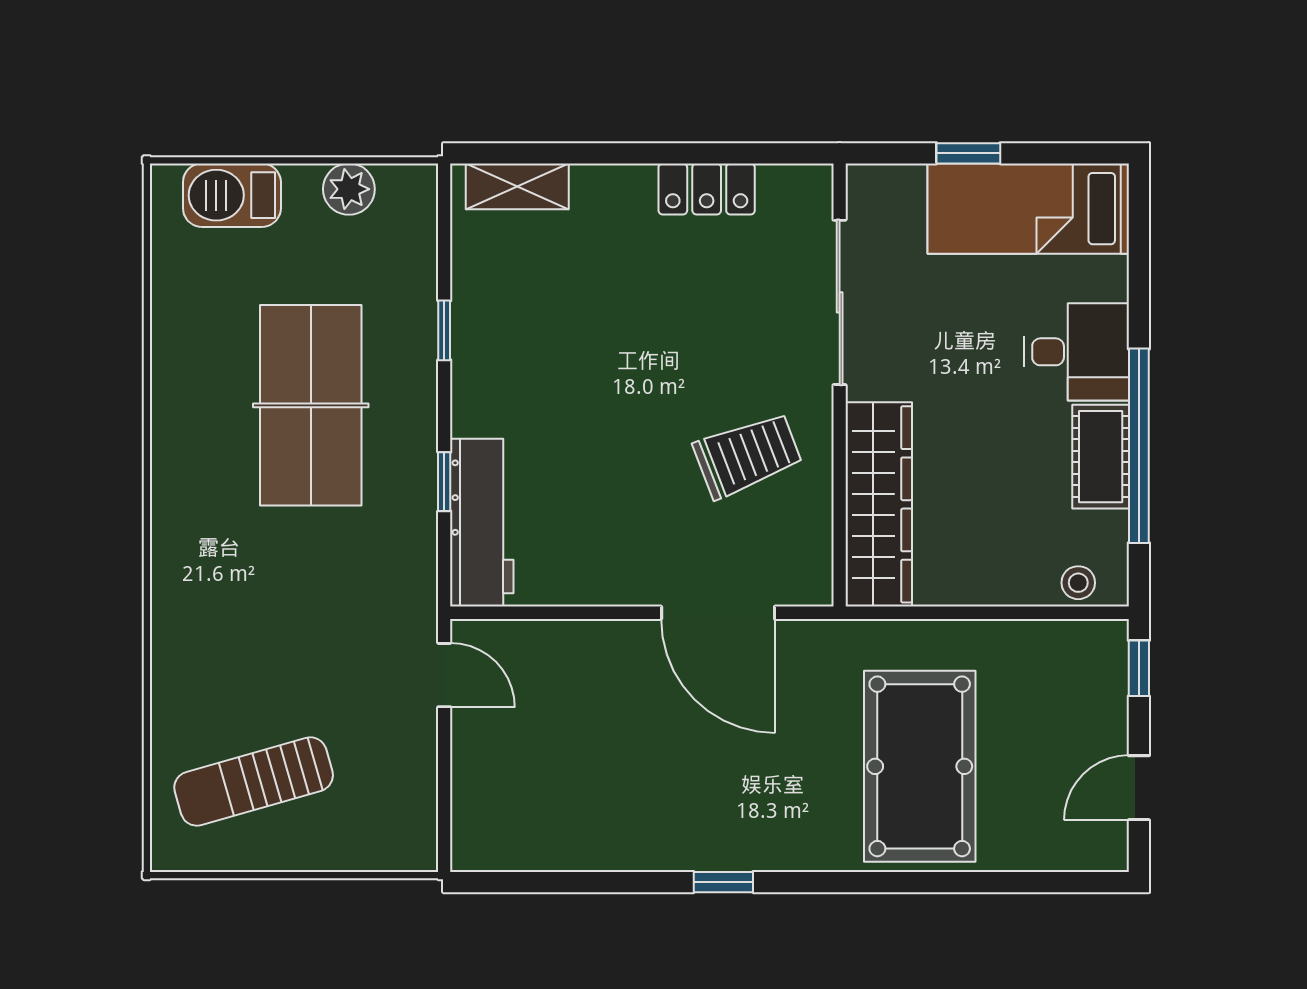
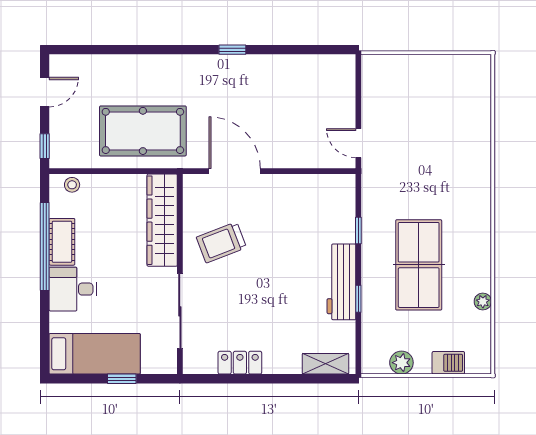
barbecue: (232, 195) -> (448, 363), width x0.73, depth x0.79
plant: (169, 324) -> (483, 302), added
workbench: (482, 523) -> (341, 282), moved
pool table: (920, 766) -> (143, 131), moved, turned 90
sun lounger: (254, 781) -> (445, 95), removed

